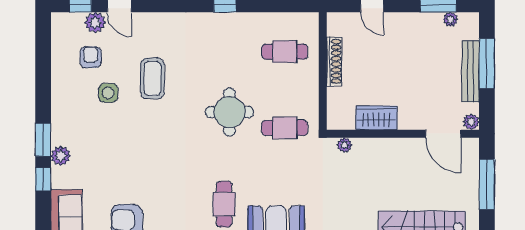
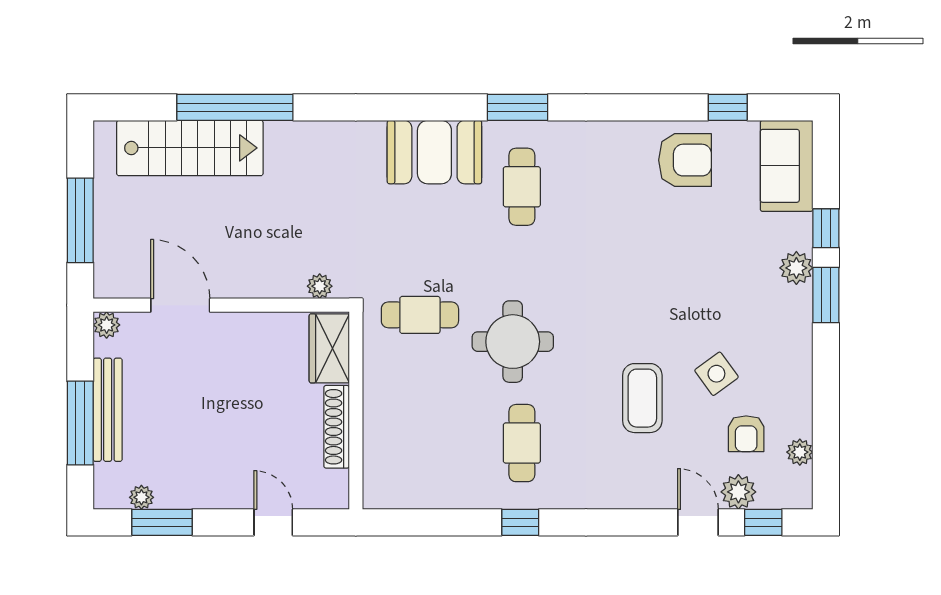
plant: (59, 46) -> (800, 452), added
cafe table: (285, 52) -> (522, 443), moved, turned 90
side table: (108, 93) -> (716, 374), turned -36
wardrobe: (376, 118) -> (329, 348), moved, turned 90
door: (443, 134) -> (180, 305), moved

